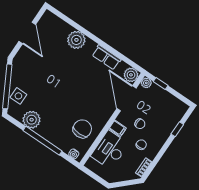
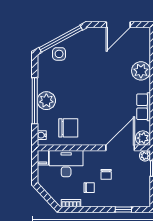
plant: (32, 120) -> (46, 101), moved
filing cabinet: (118, 128) -> (43, 158), moved

